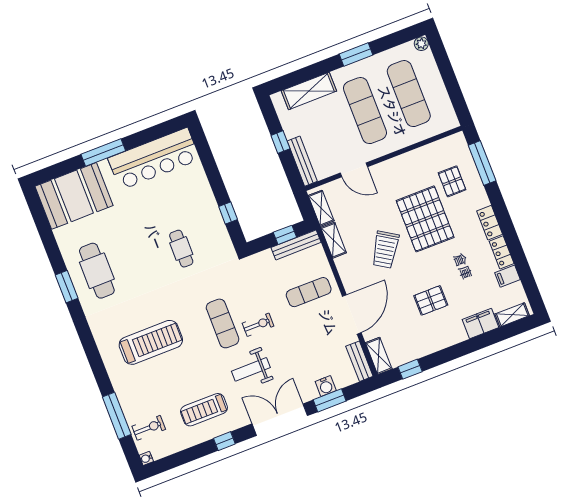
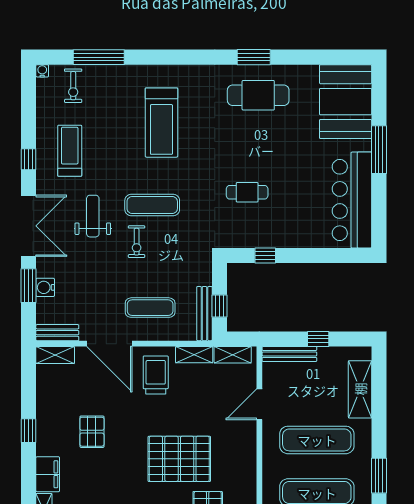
window: (356, 55) -> (379, 476), moved
trolley: (385, 250) -> (156, 375), moved, turned 58
exercise mat: (309, 292) -> (150, 308), turned 90
window: (410, 369) -> (29, 431), moved

